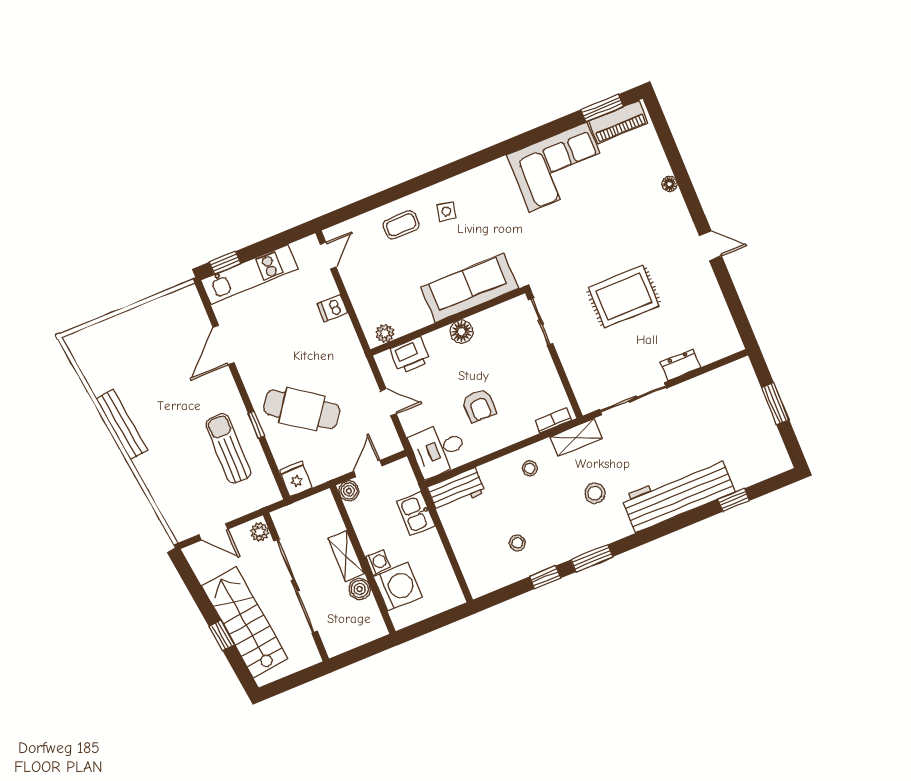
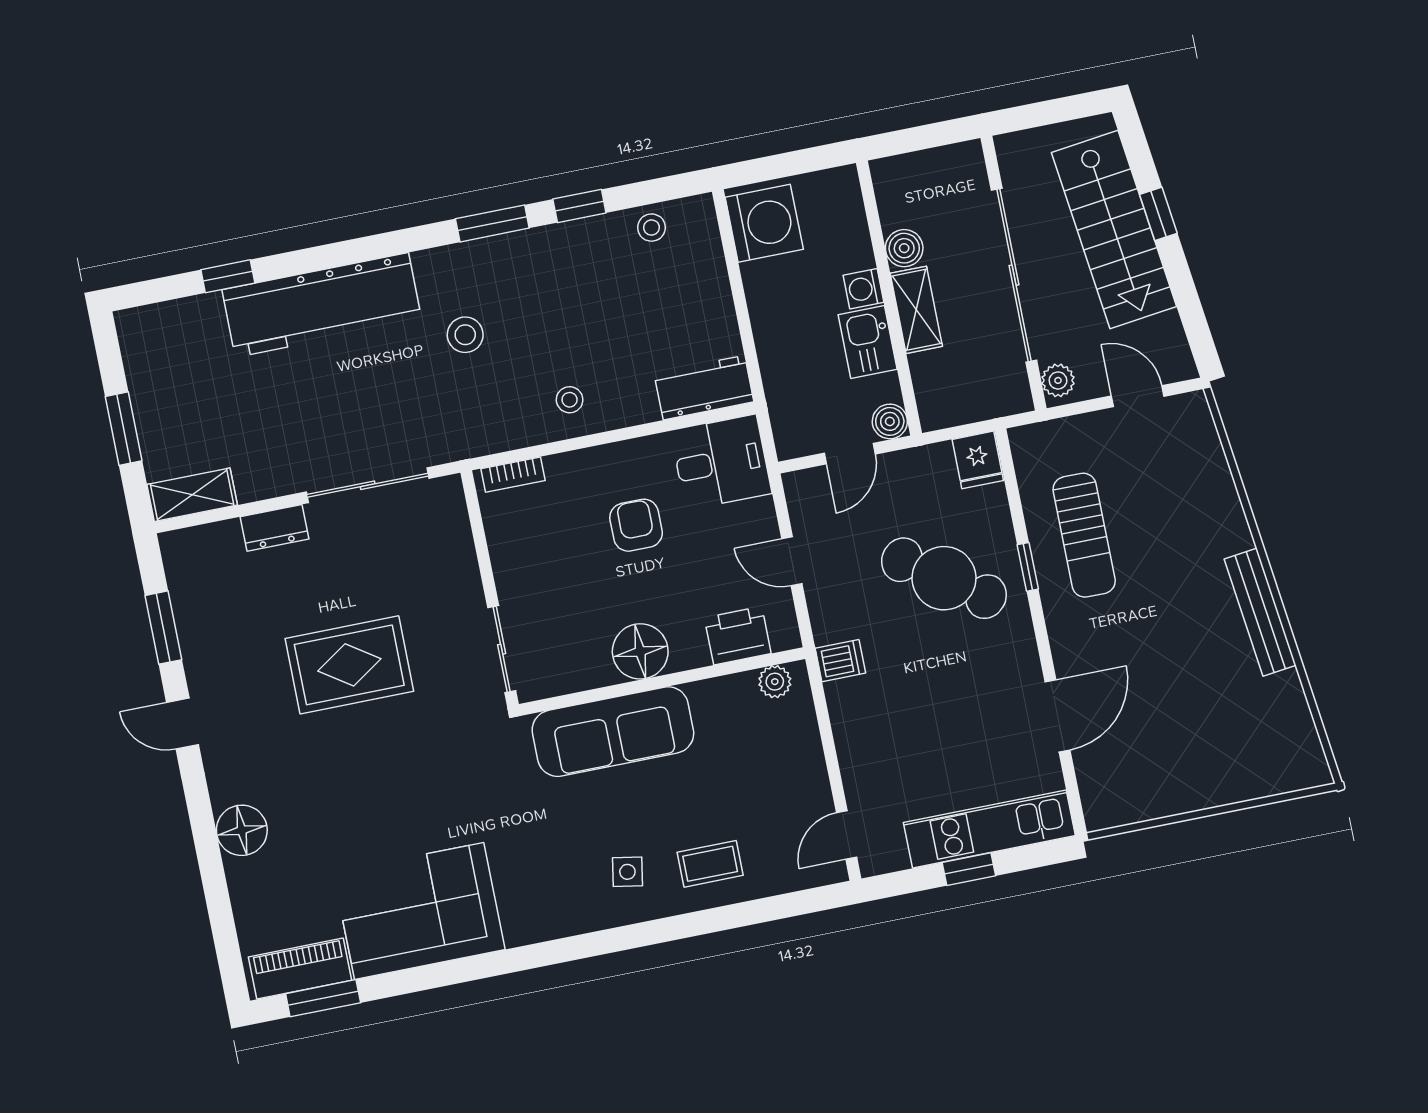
floor lamp: (669, 184) -> (242, 830), width x1.89, depth x1.89
window: (225, 263) -> (969, 869), moved
window: (731, 297) -> (163, 628), added
dishwasher: (332, 308) -> (840, 661), moved
floor lamp: (461, 332) -> (640, 651), width x1.38, depth x1.38
shelving: (576, 438) -> (192, 495), moved
kitchen sink: (416, 514) -> (868, 342), moved, turned 180
stool: (517, 543) -> (651, 228), moved
washing machine: (398, 587) -> (764, 223), moved, turned 180

